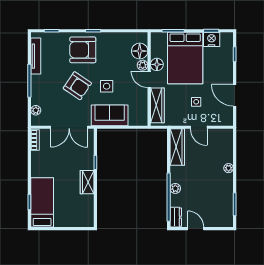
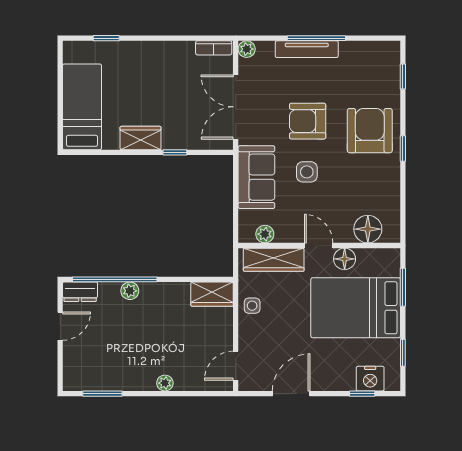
nightstand: (212, 39) -> (370, 379), moved, turned 90
tv unit: (36, 56) -> (307, 49), moved
plant: (143, 65) -> (265, 234), moved
door: (149, 79) -> (319, 245), hinge flipped
armchair: (77, 86) -> (308, 121), turned 56
side table: (196, 102) -> (252, 306), moved
plant: (36, 110) -> (247, 49), moved
door: (199, 127) -> (236, 366), moved
wardrobe: (177, 147) -> (212, 294), width x0.67
bed: (42, 202) -> (82, 107), moved, turned -90

